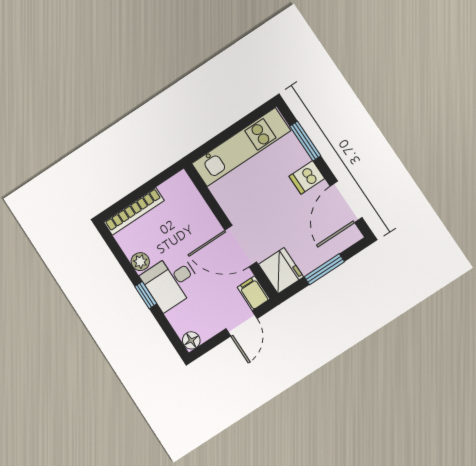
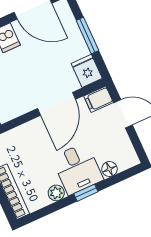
fridge: (281, 271) -> (87, 71), width x0.72
floor lamp: (191, 340) -> (109, 169), moved

